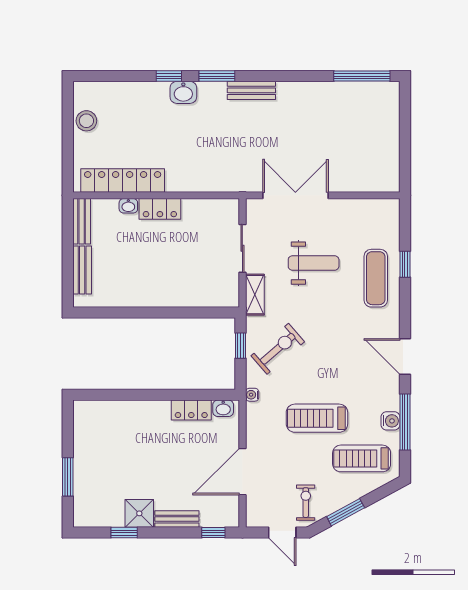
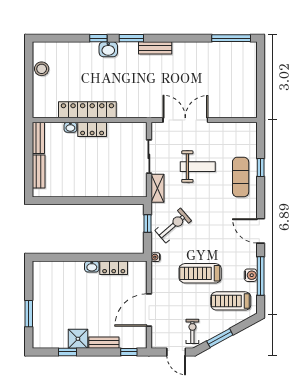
locker: (123, 180) -> (87, 110), moved
washbasin: (223, 408) -> (92, 266), moved

